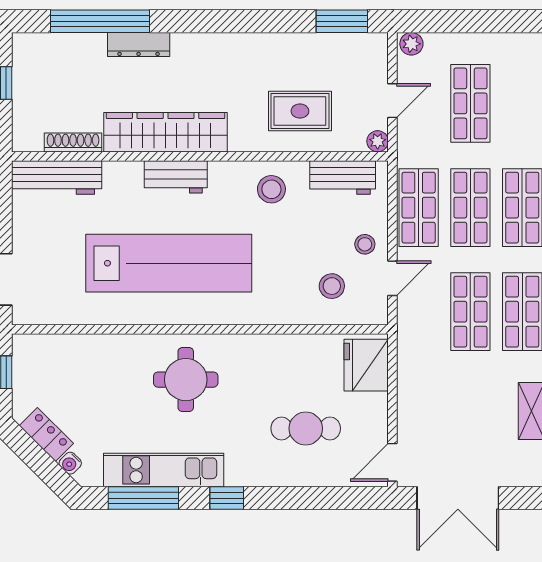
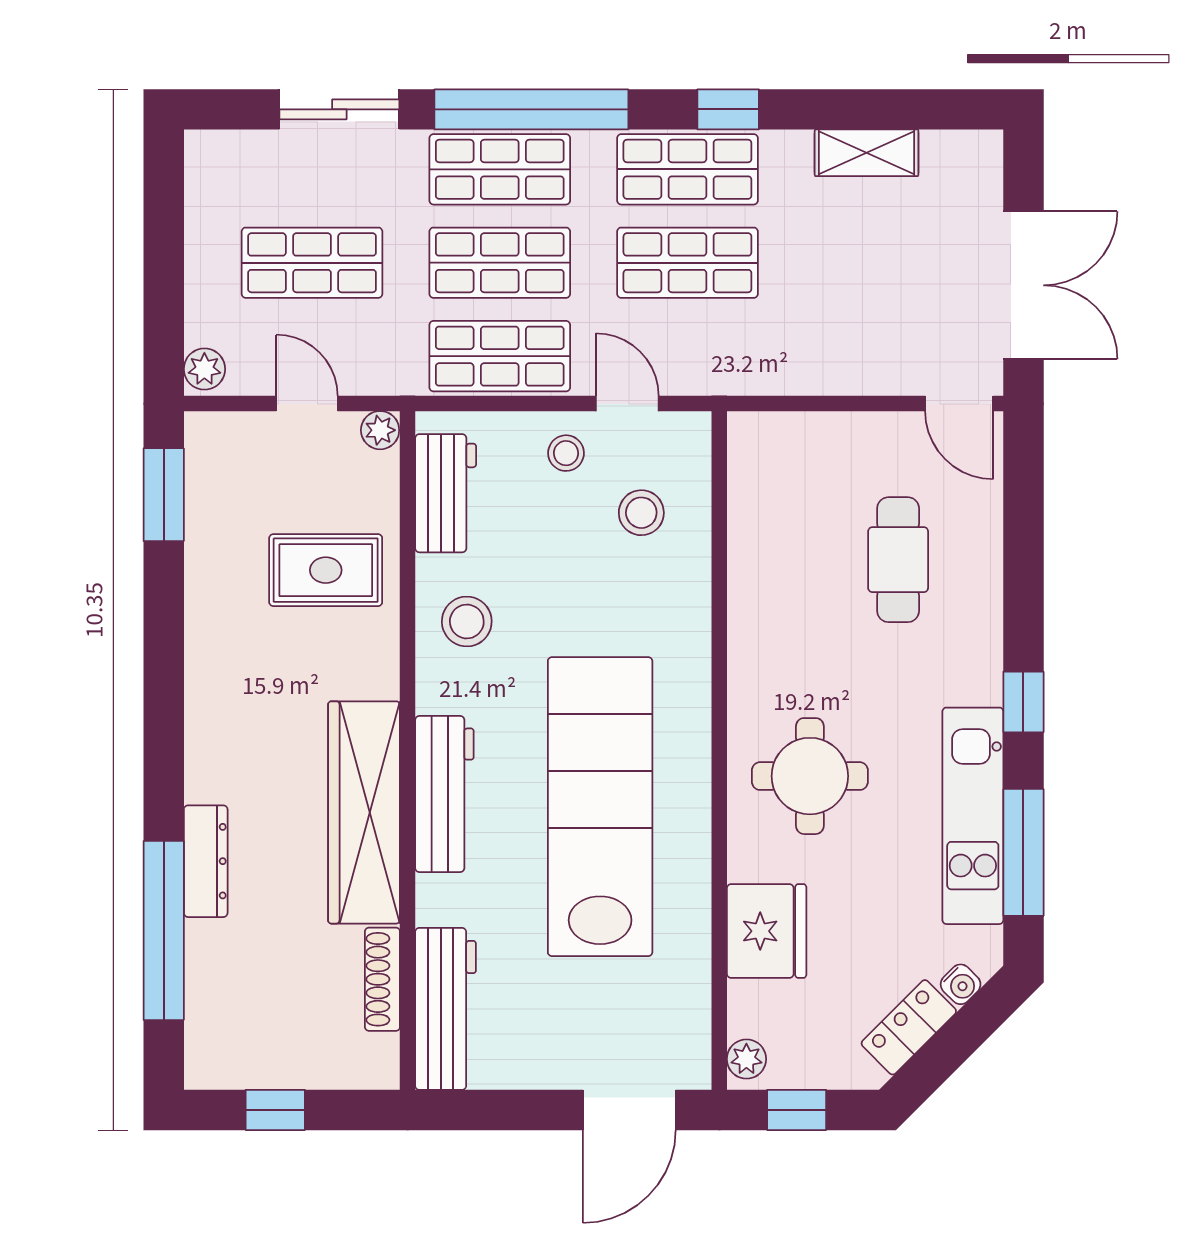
rug: (300, 111) -> (326, 570), turned 90
workbench: (176, 177) -> (444, 794), width x1.38
plant: (29, 344) -> (746, 1059), added
fridge: (366, 365) -> (767, 931), moved, turned -90

